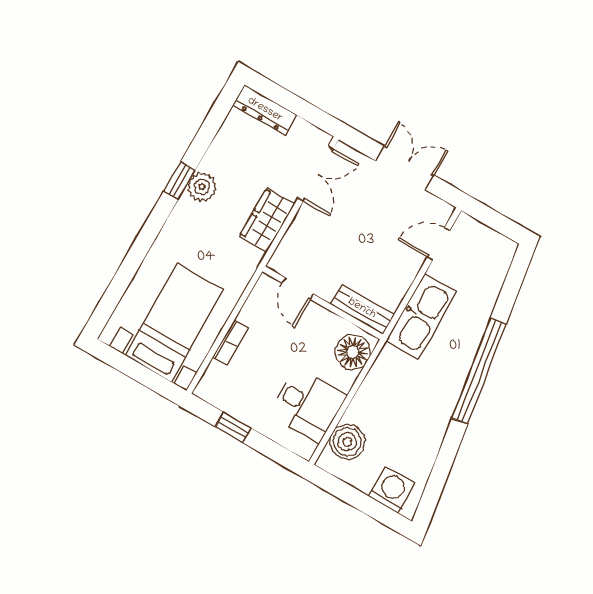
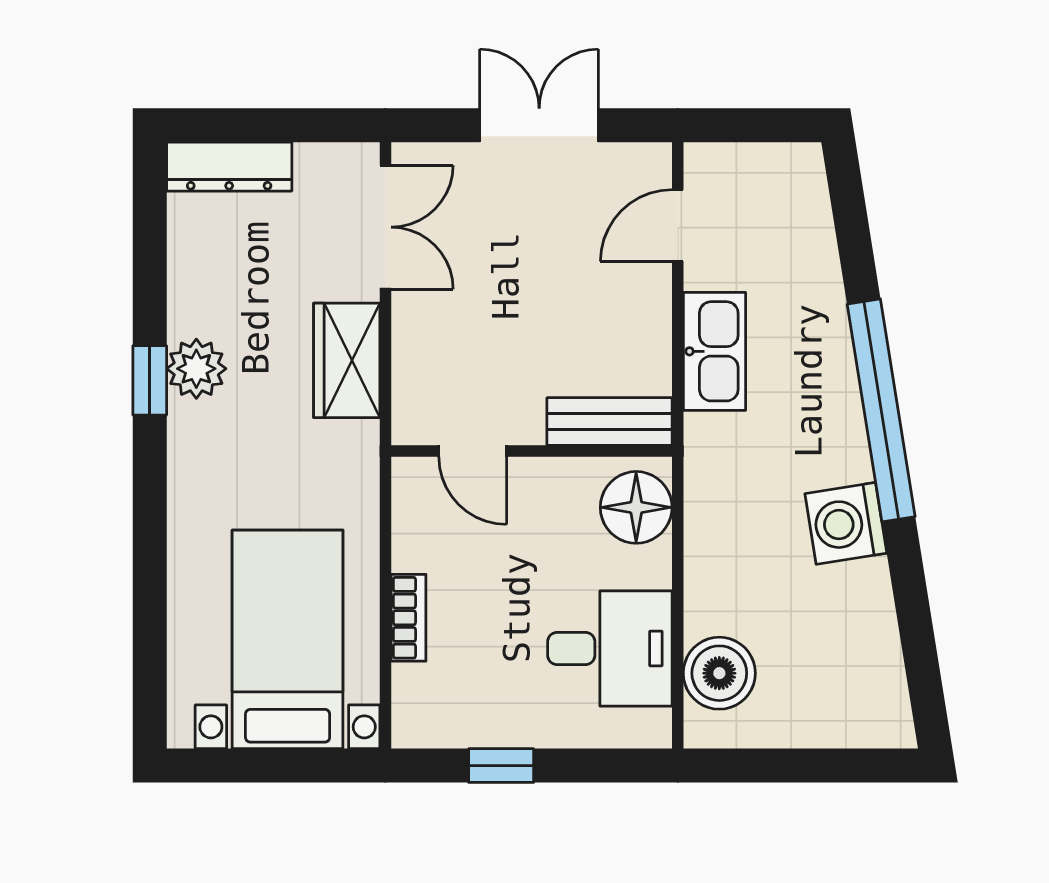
kitchen sink: (421, 316) -> (714, 351), width x0.73, depth x0.81
washing machine: (392, 490) -> (846, 523), moved, turned -99

